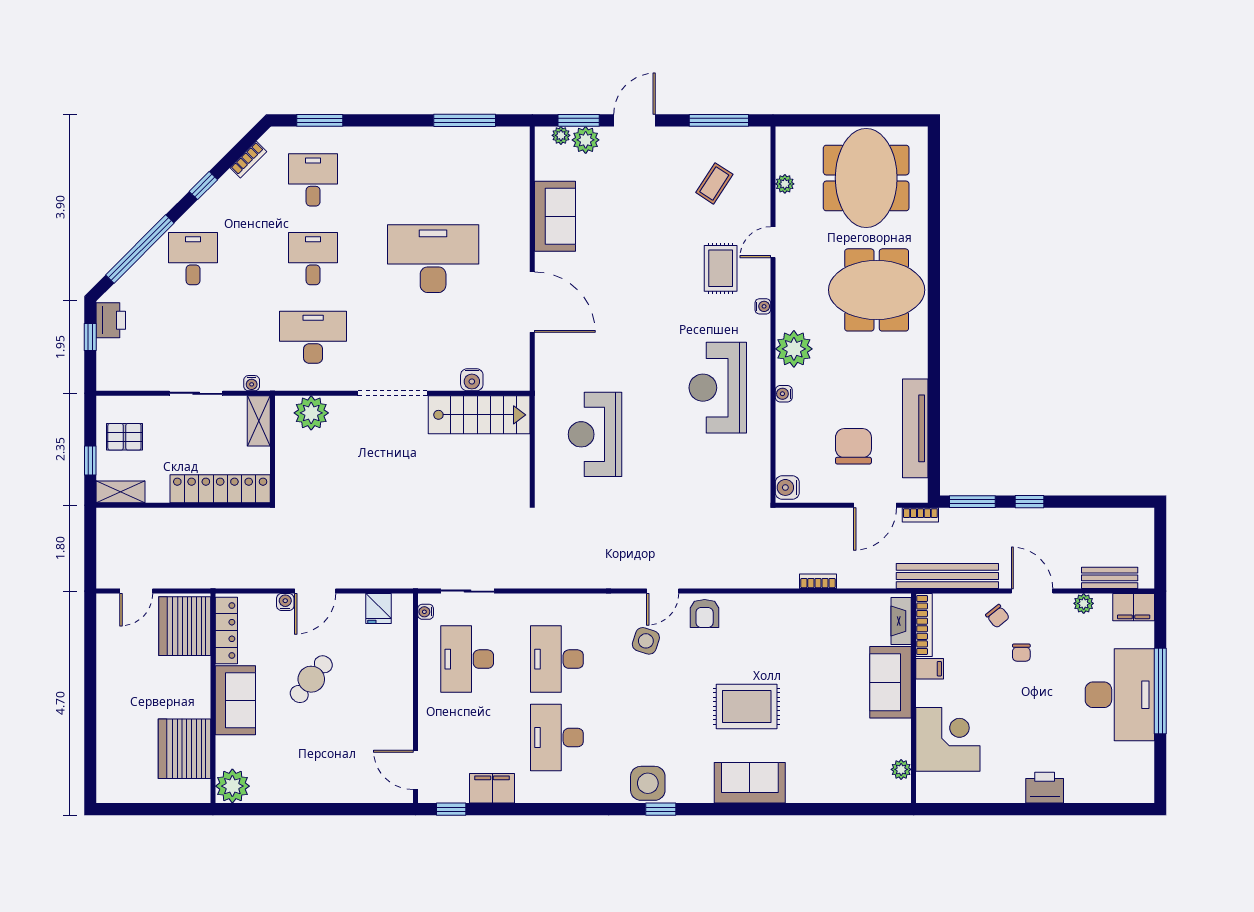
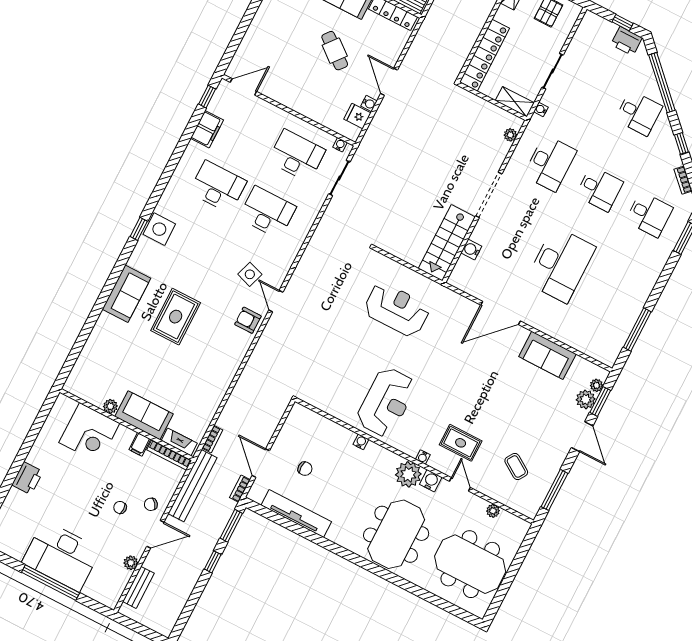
plant: (794, 349) -> (408, 474), moved
reception desk: (718, 388) -> (386, 402), turned 90
plant: (311, 413) -> (510, 135), width x0.53, depth x0.53
chair: (853, 446) -> (305, 469), width x0.54, depth x0.54
water cooler: (787, 487) -> (431, 481), moved
bookcase: (818, 581) -> (212, 439), moved
water cooler: (285, 602) -> (369, 104), moved
filing cabinet: (1134, 607) -> (112, 593), removed
plant: (901, 769) -> (110, 406), moved

